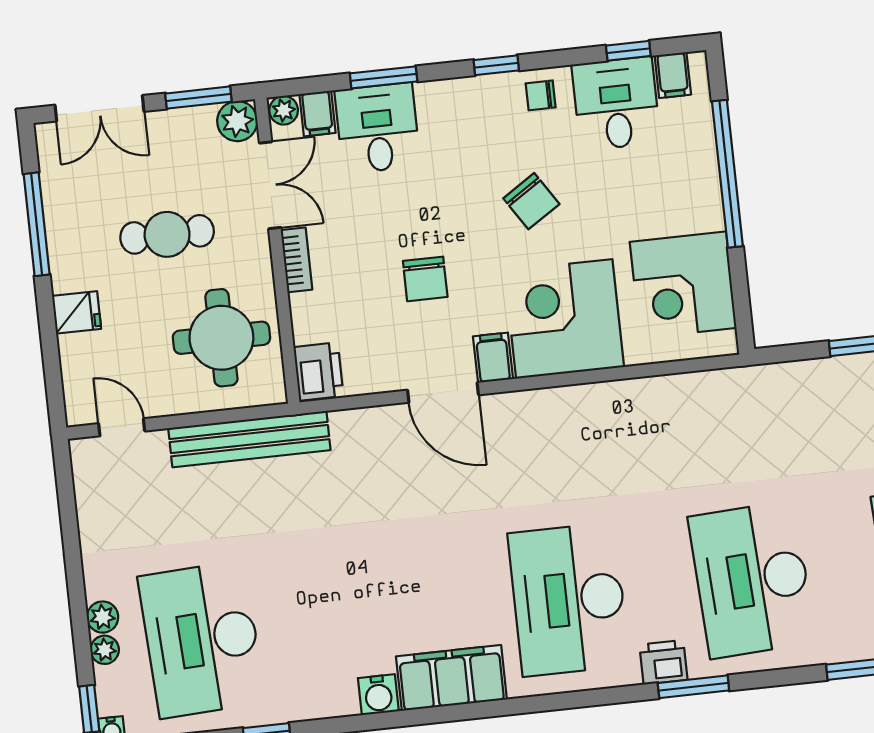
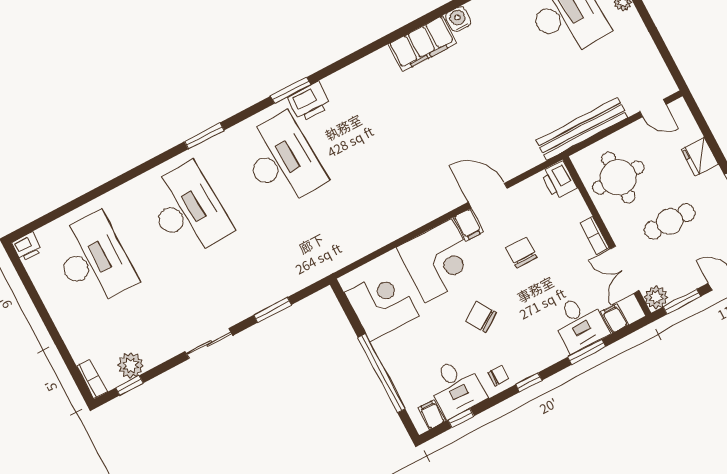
plant: (284, 110) -> (633, 313), removed
fridge: (77, 312) -> (700, 157), width x1.38
desk: (569, 599) -> (376, 111), removed
printer: (663, 662) -> (309, 102), width x1.36, depth x1.24

